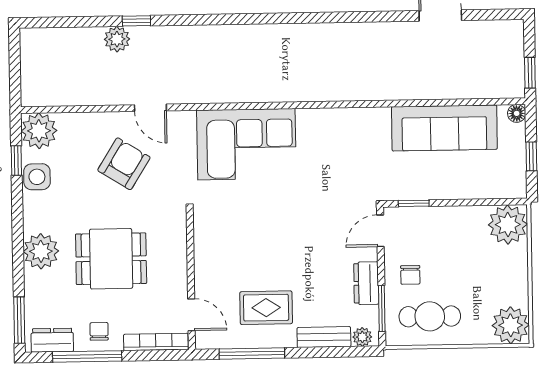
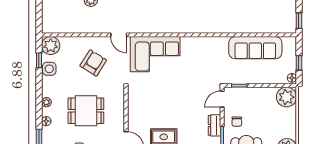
door: (150, 108) -> (119, 35), moved
floor lamp: (517, 113) -> (292, 78), moved
plant: (41, 251) -> (46, 102), width x0.53, depth x0.53
floor lamp: (33, 281) -> (46, 121), added

